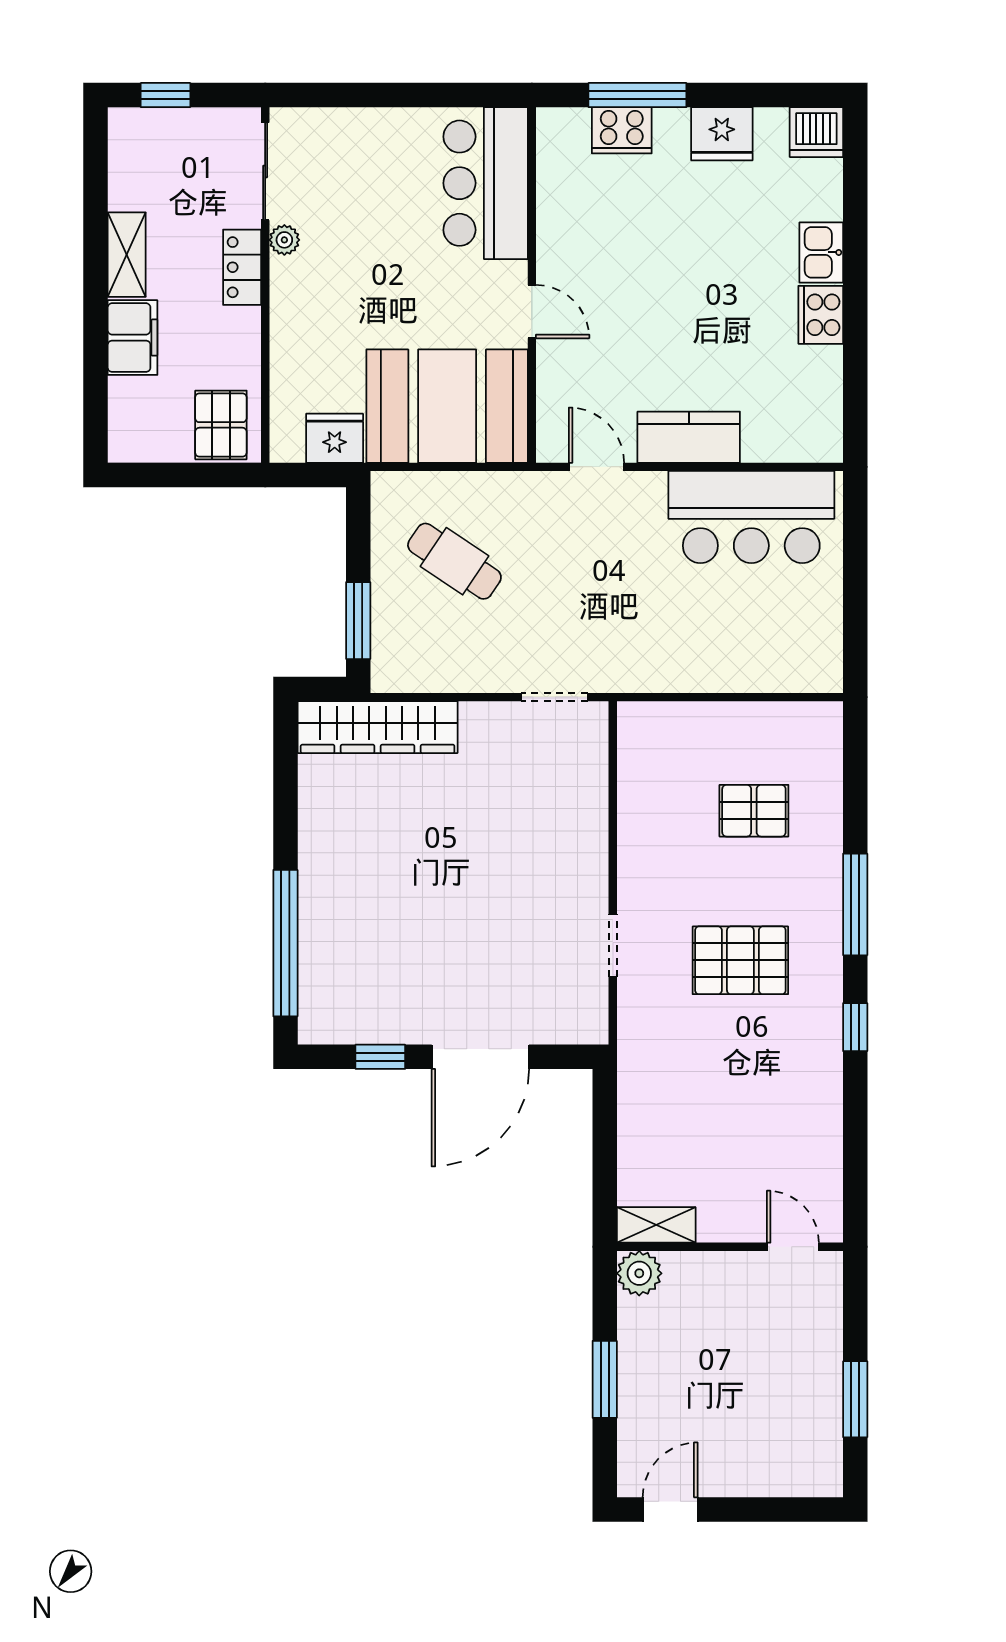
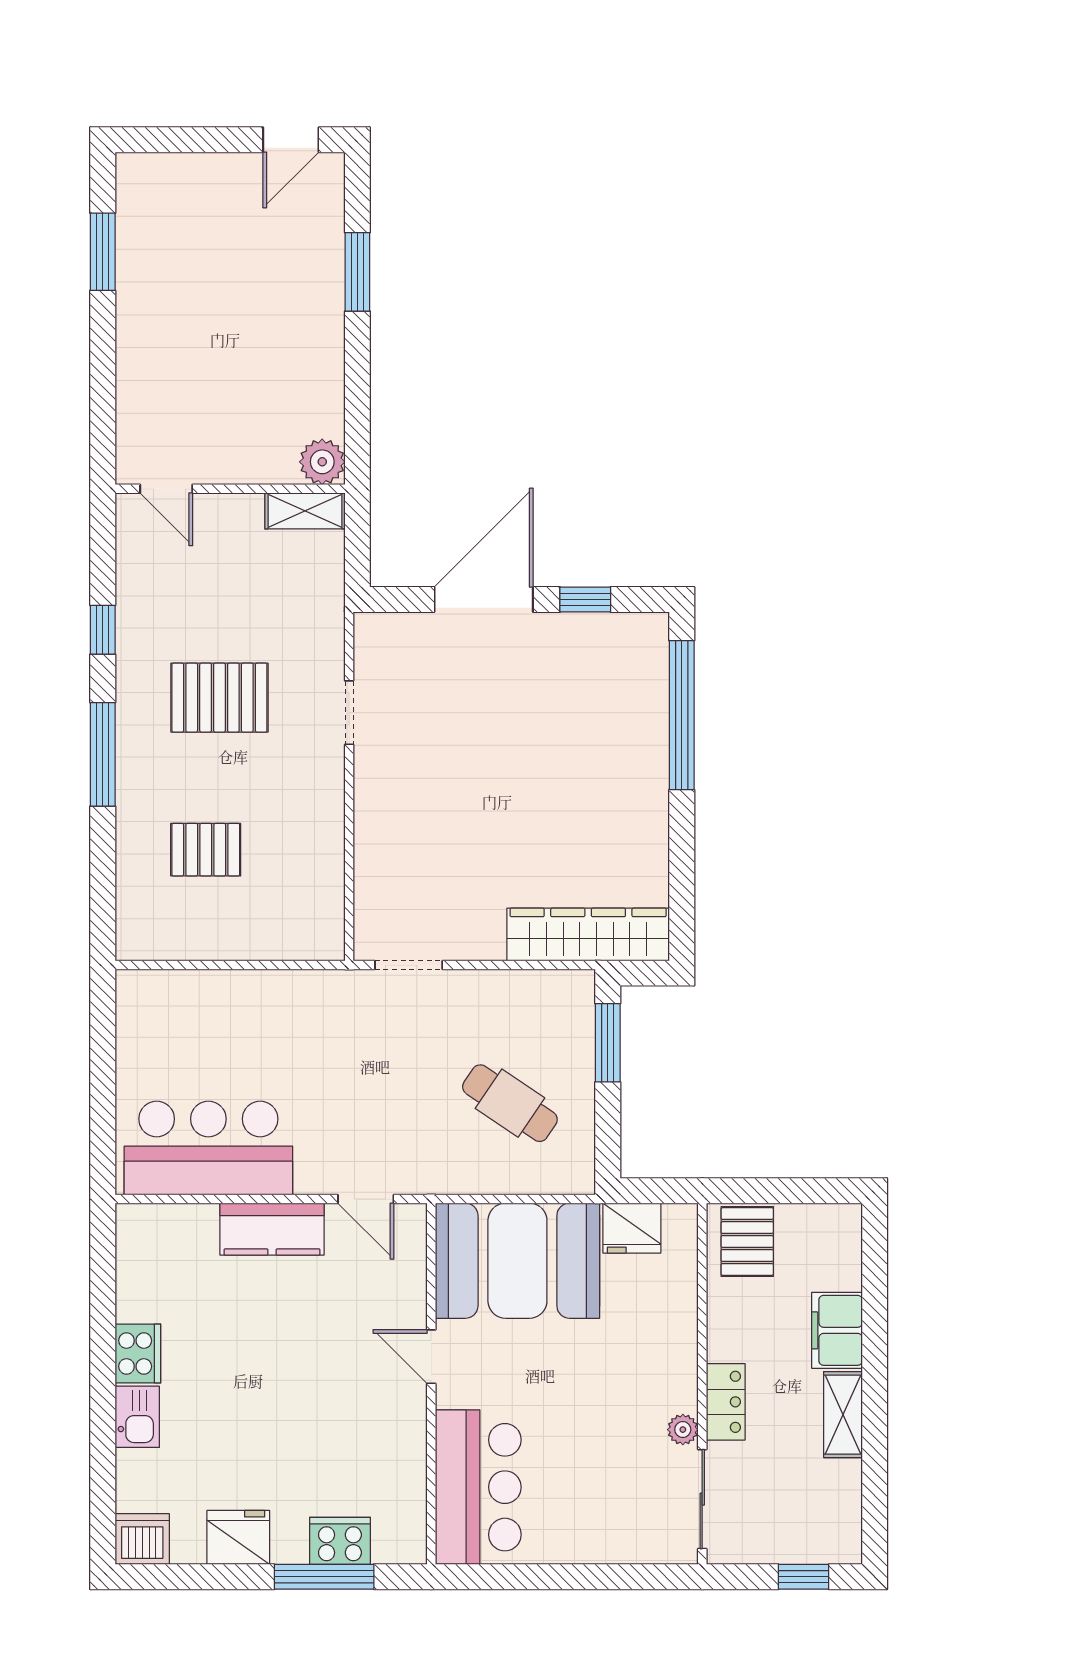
shelving: (656, 1225) -> (305, 511), moved
wall: (730, 1247) -> (230, 489), moved
door: (793, 1247) -> (166, 489), moved
plant: (639, 1273) -> (322, 462), moved

